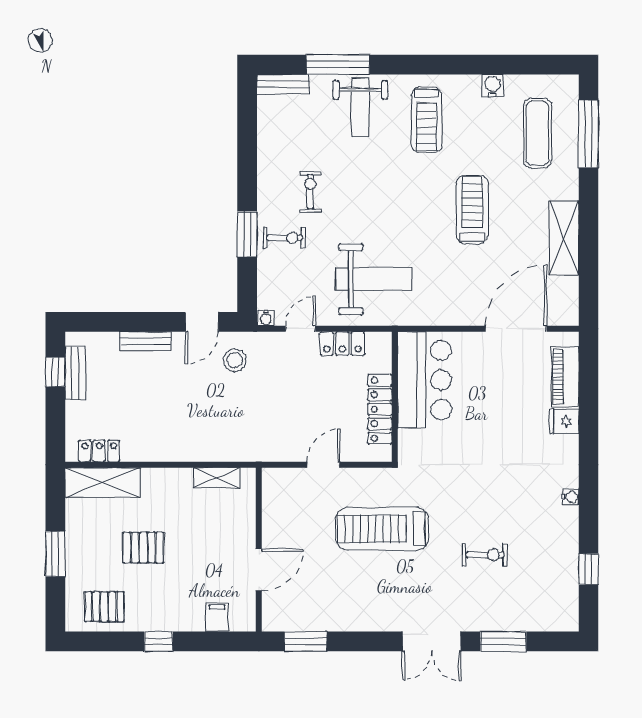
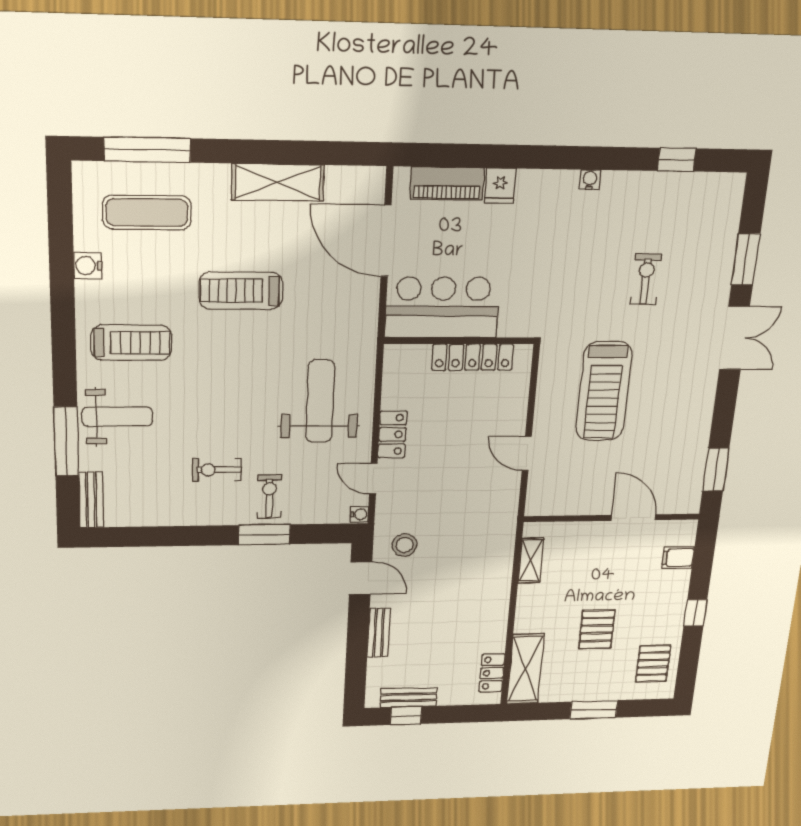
bar counter: (424, 380) -> (442, 308), moved
wall: (395, 397) -> (459, 341), moved
locker: (380, 409) -> (473, 357), moved

